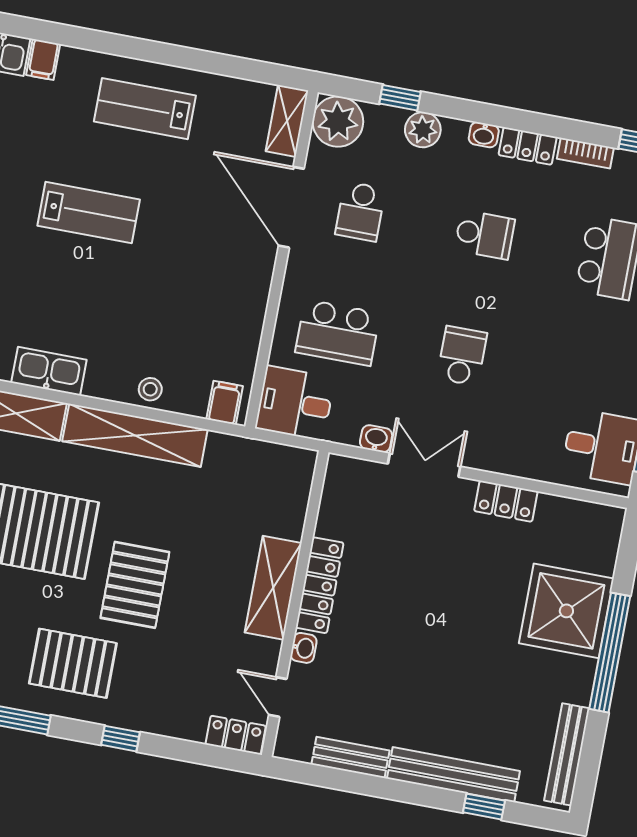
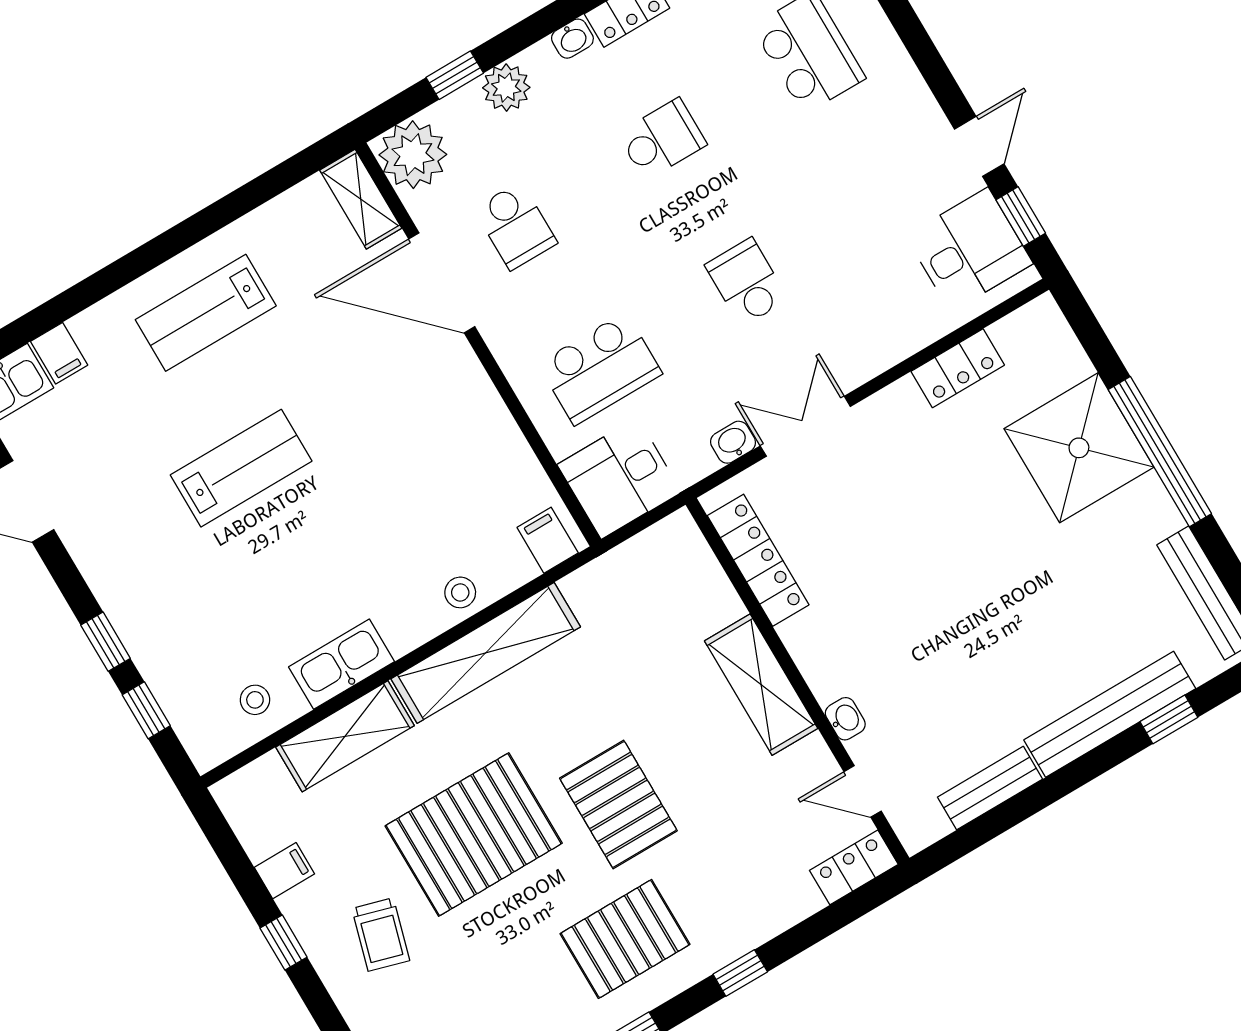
locker: (506, 501) -> (958, 368), moved
locker: (320, 585) -> (758, 560), moved

